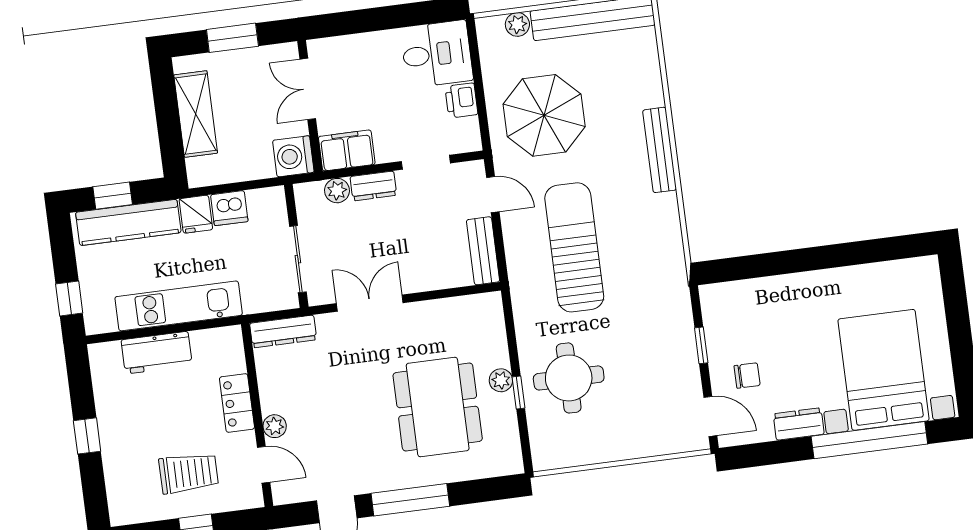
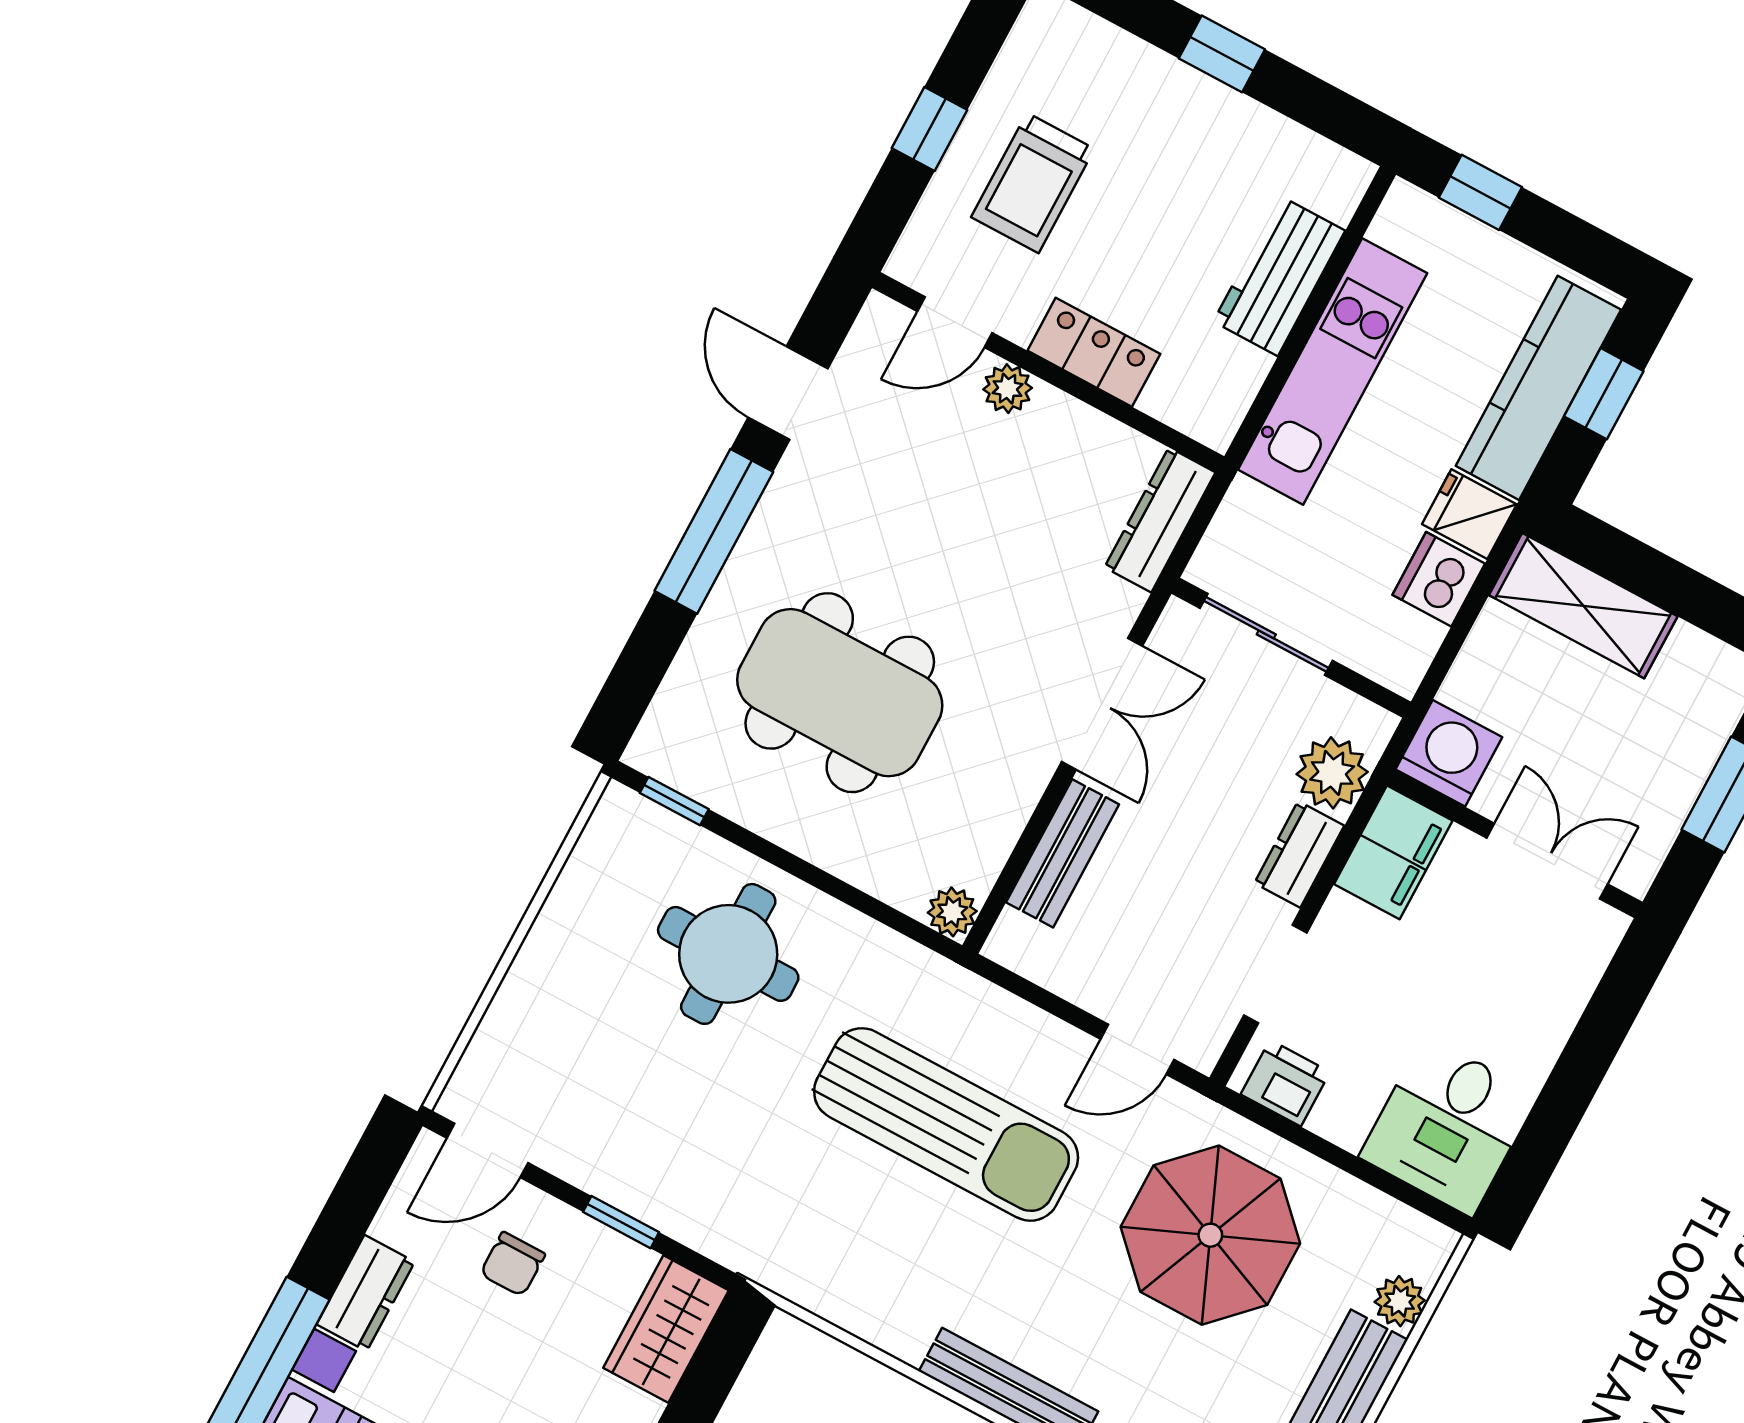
printer: (461, 100) -> (1285, 1083), moved
shelving: (196, 114) -> (1583, 606), moved
plant: (337, 191) -> (1332, 773), width x1.38, depth x1.38
bench: (483, 251) -> (1063, 853), moved, turned 90
wardrobe: (730, 299) -> (666, 1329), added
plant: (501, 380) -> (952, 912), moved
window: (519, 392) -> (674, 801), moved

